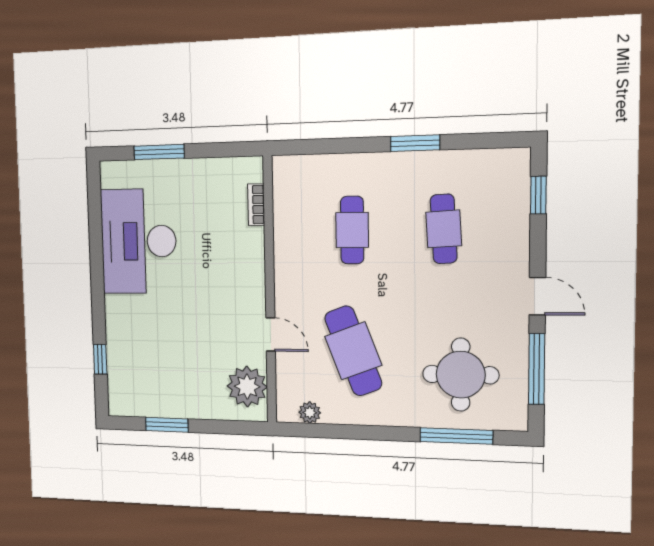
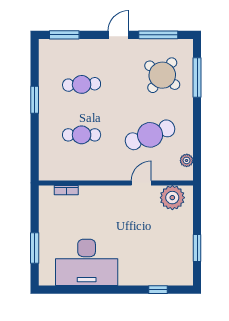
window: (538, 195) -> (64, 35), width x1.50
round table: (461, 375) -> (162, 75), turned 37

